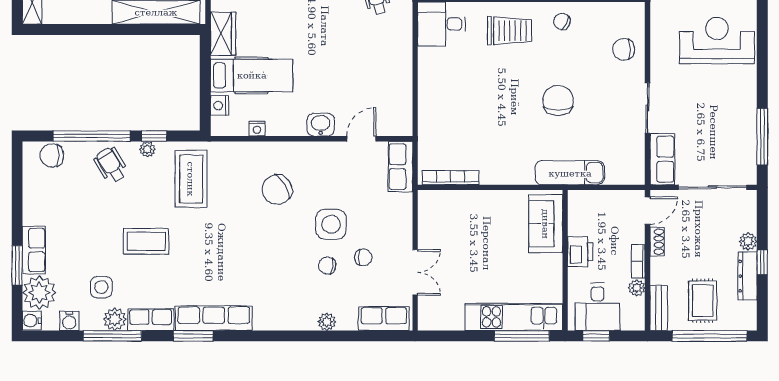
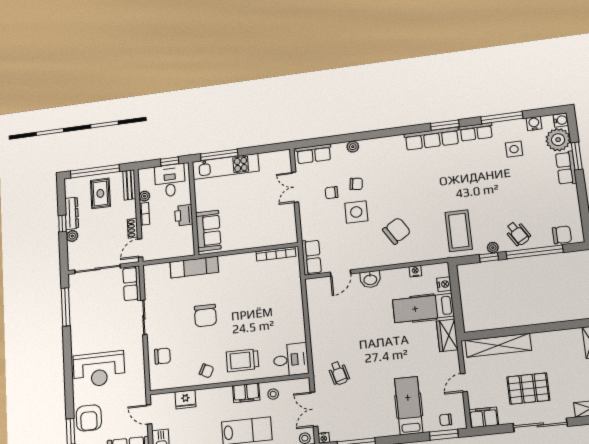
coffee table: (146, 241) -> (486, 184), removed
plant: (115, 319) -> (502, 129), removed

